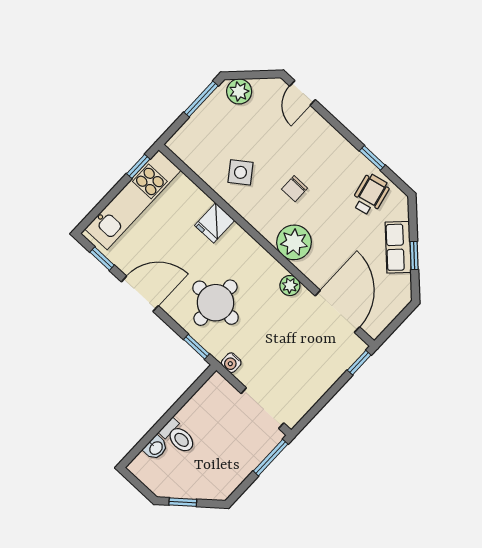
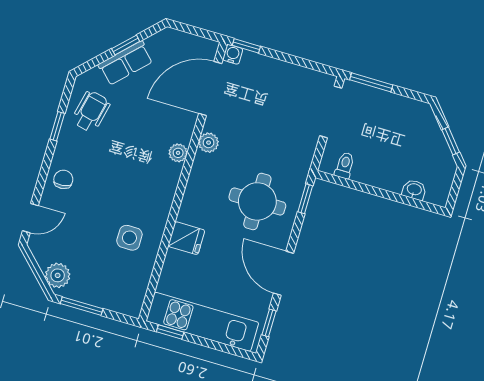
side table: (241, 172) -> (129, 238), turned 36
chair: (295, 189) -> (63, 179), moved, turned -97
wheelchair: (370, 195) -> (91, 111), turned 116
plant: (294, 242) -> (178, 153), width x0.53, depth x0.53
water cooler: (231, 363) -> (233, 54), moved, turned -90
toilet: (178, 437) -> (345, 165), moved, width x0.73, depth x0.72

